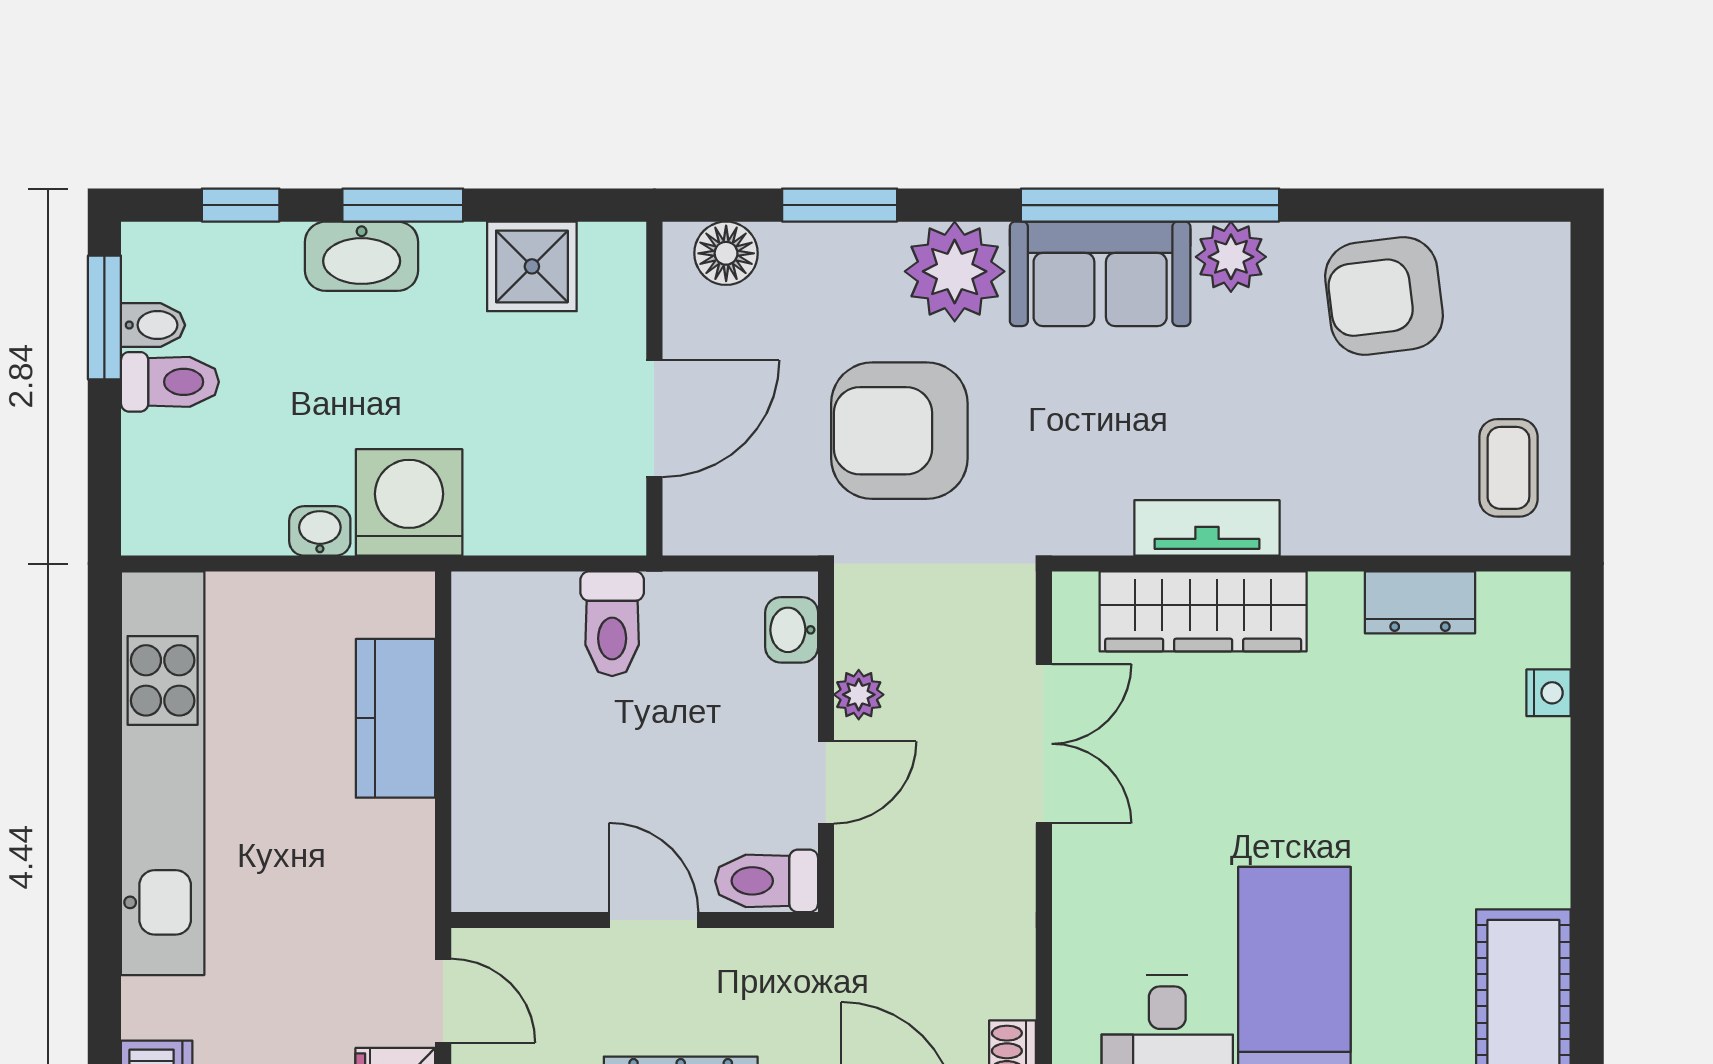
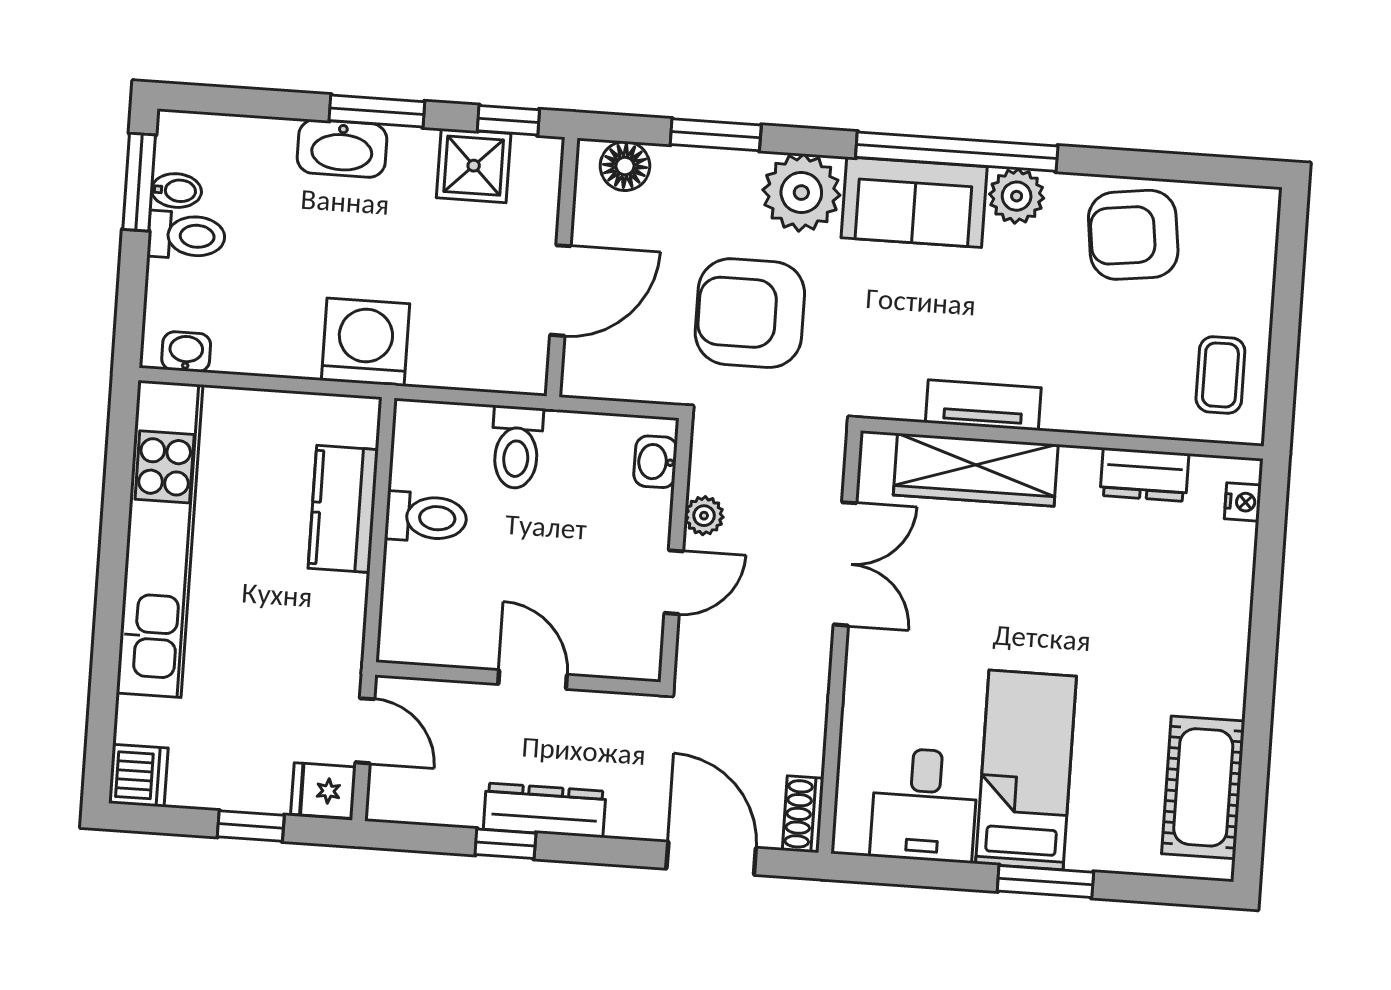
window: (241, 205) -> (508, 120), moved
washbasin: (320, 531) -> (186, 352), moved
nightstand: (1549, 693) -> (1243, 502), moved
toilet: (767, 881) -> (426, 517), moved, turned 180

